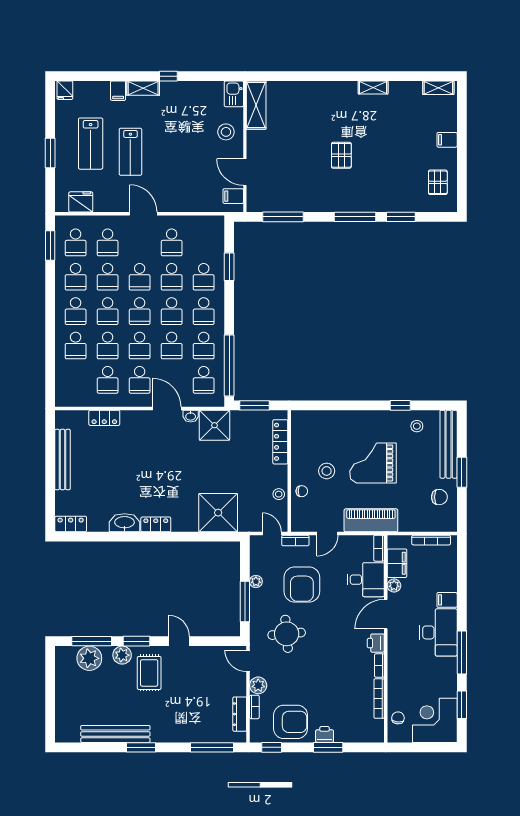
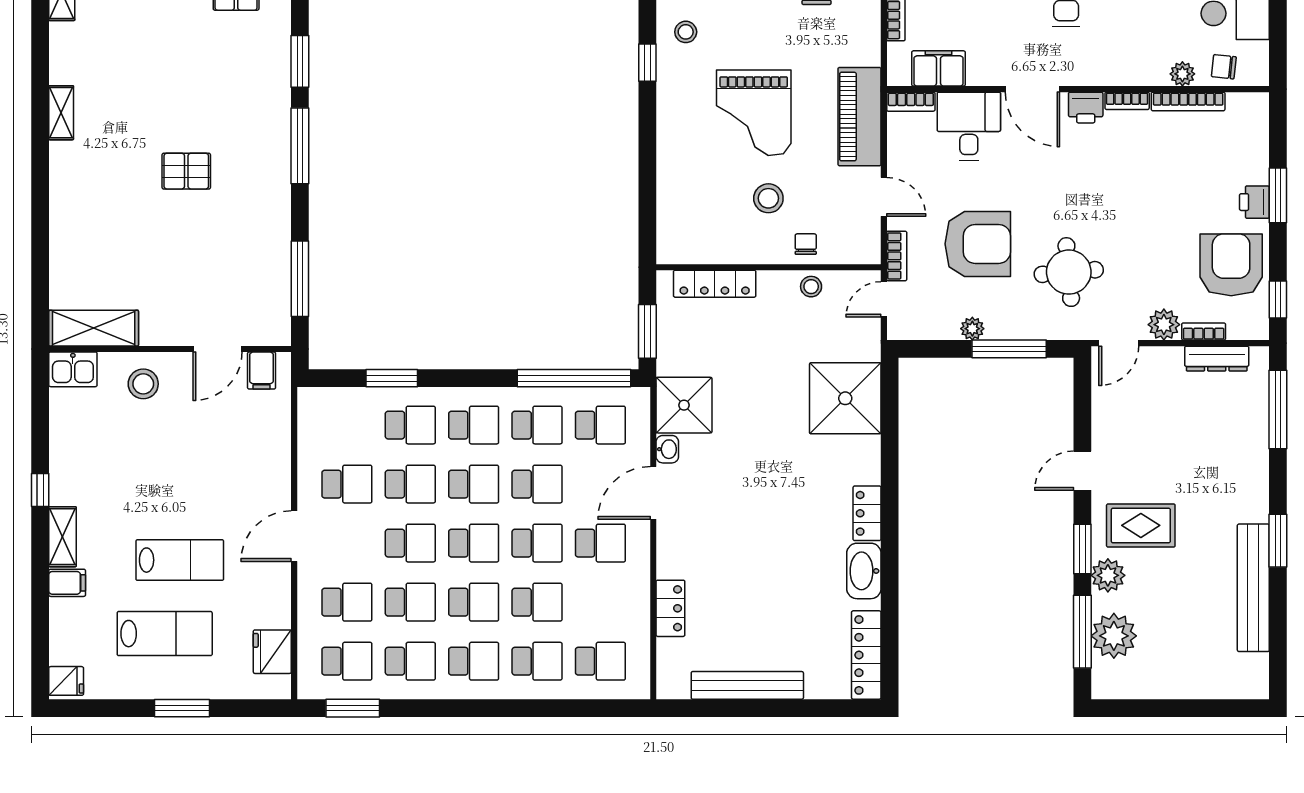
school desk: (108, 380) -> (600, 661), moved
locker: (71, 524) -> (866, 655), width x1.53
plant: (394, 586) -> (1182, 74), moved

